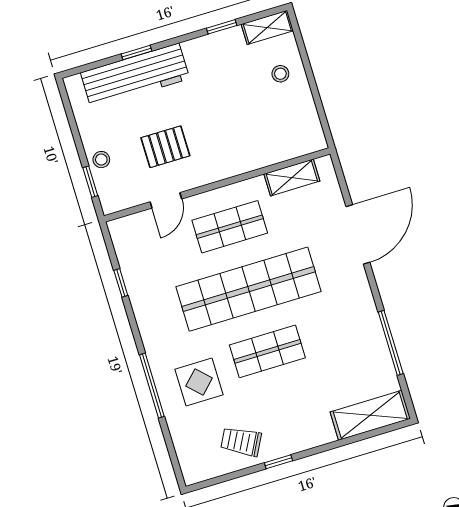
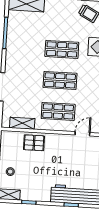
pallet: (165, 147) -> (34, 143), moved
shop shelf: (249, 289) -> (60, 80), width x0.50, depth x0.74

